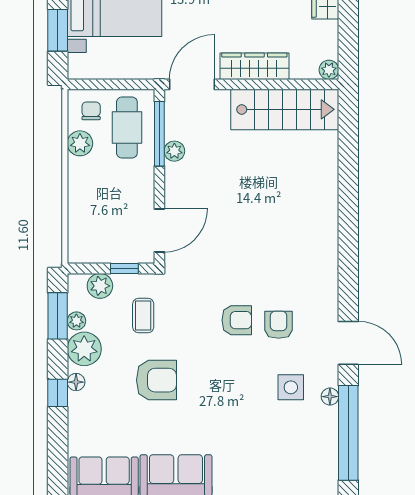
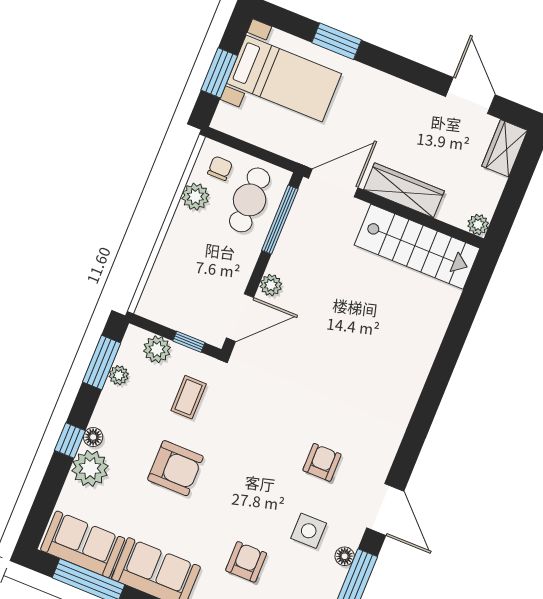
plant: (174, 151) -> (271, 285), moved
armchair: (237, 320) -> (246, 562), moved, turned -90
plant: (84, 349) -> (90, 468), moved

